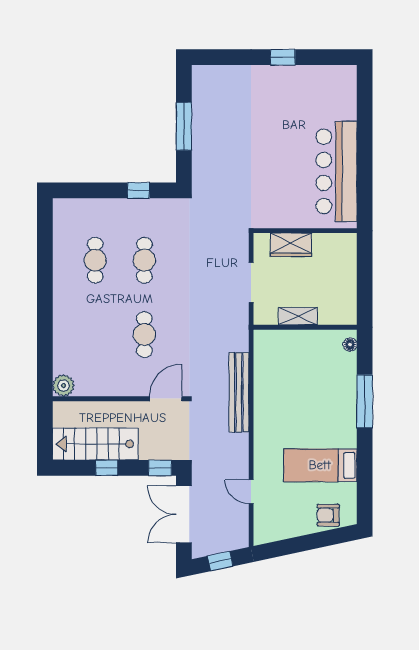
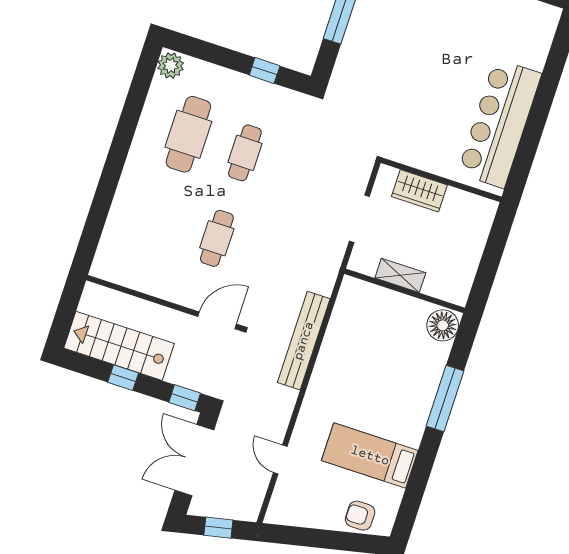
cafe table: (95, 260) -> (188, 134), width x1.37, depth x1.35
floor lamp: (350, 345) -> (443, 325), width x1.89, depth x1.89
plant: (63, 385) -> (171, 66), moved

